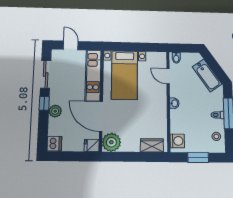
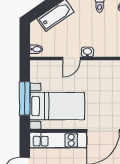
window: (132, 47) -> (25, 98), added
door: (168, 76) -> (71, 58), moved

